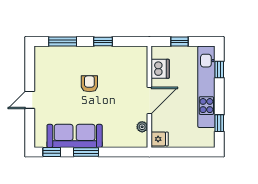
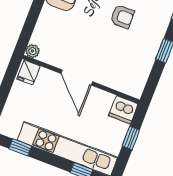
dishwasher: (160, 69) -> (123, 110), moved
plant: (142, 127) -> (32, 51), moved

